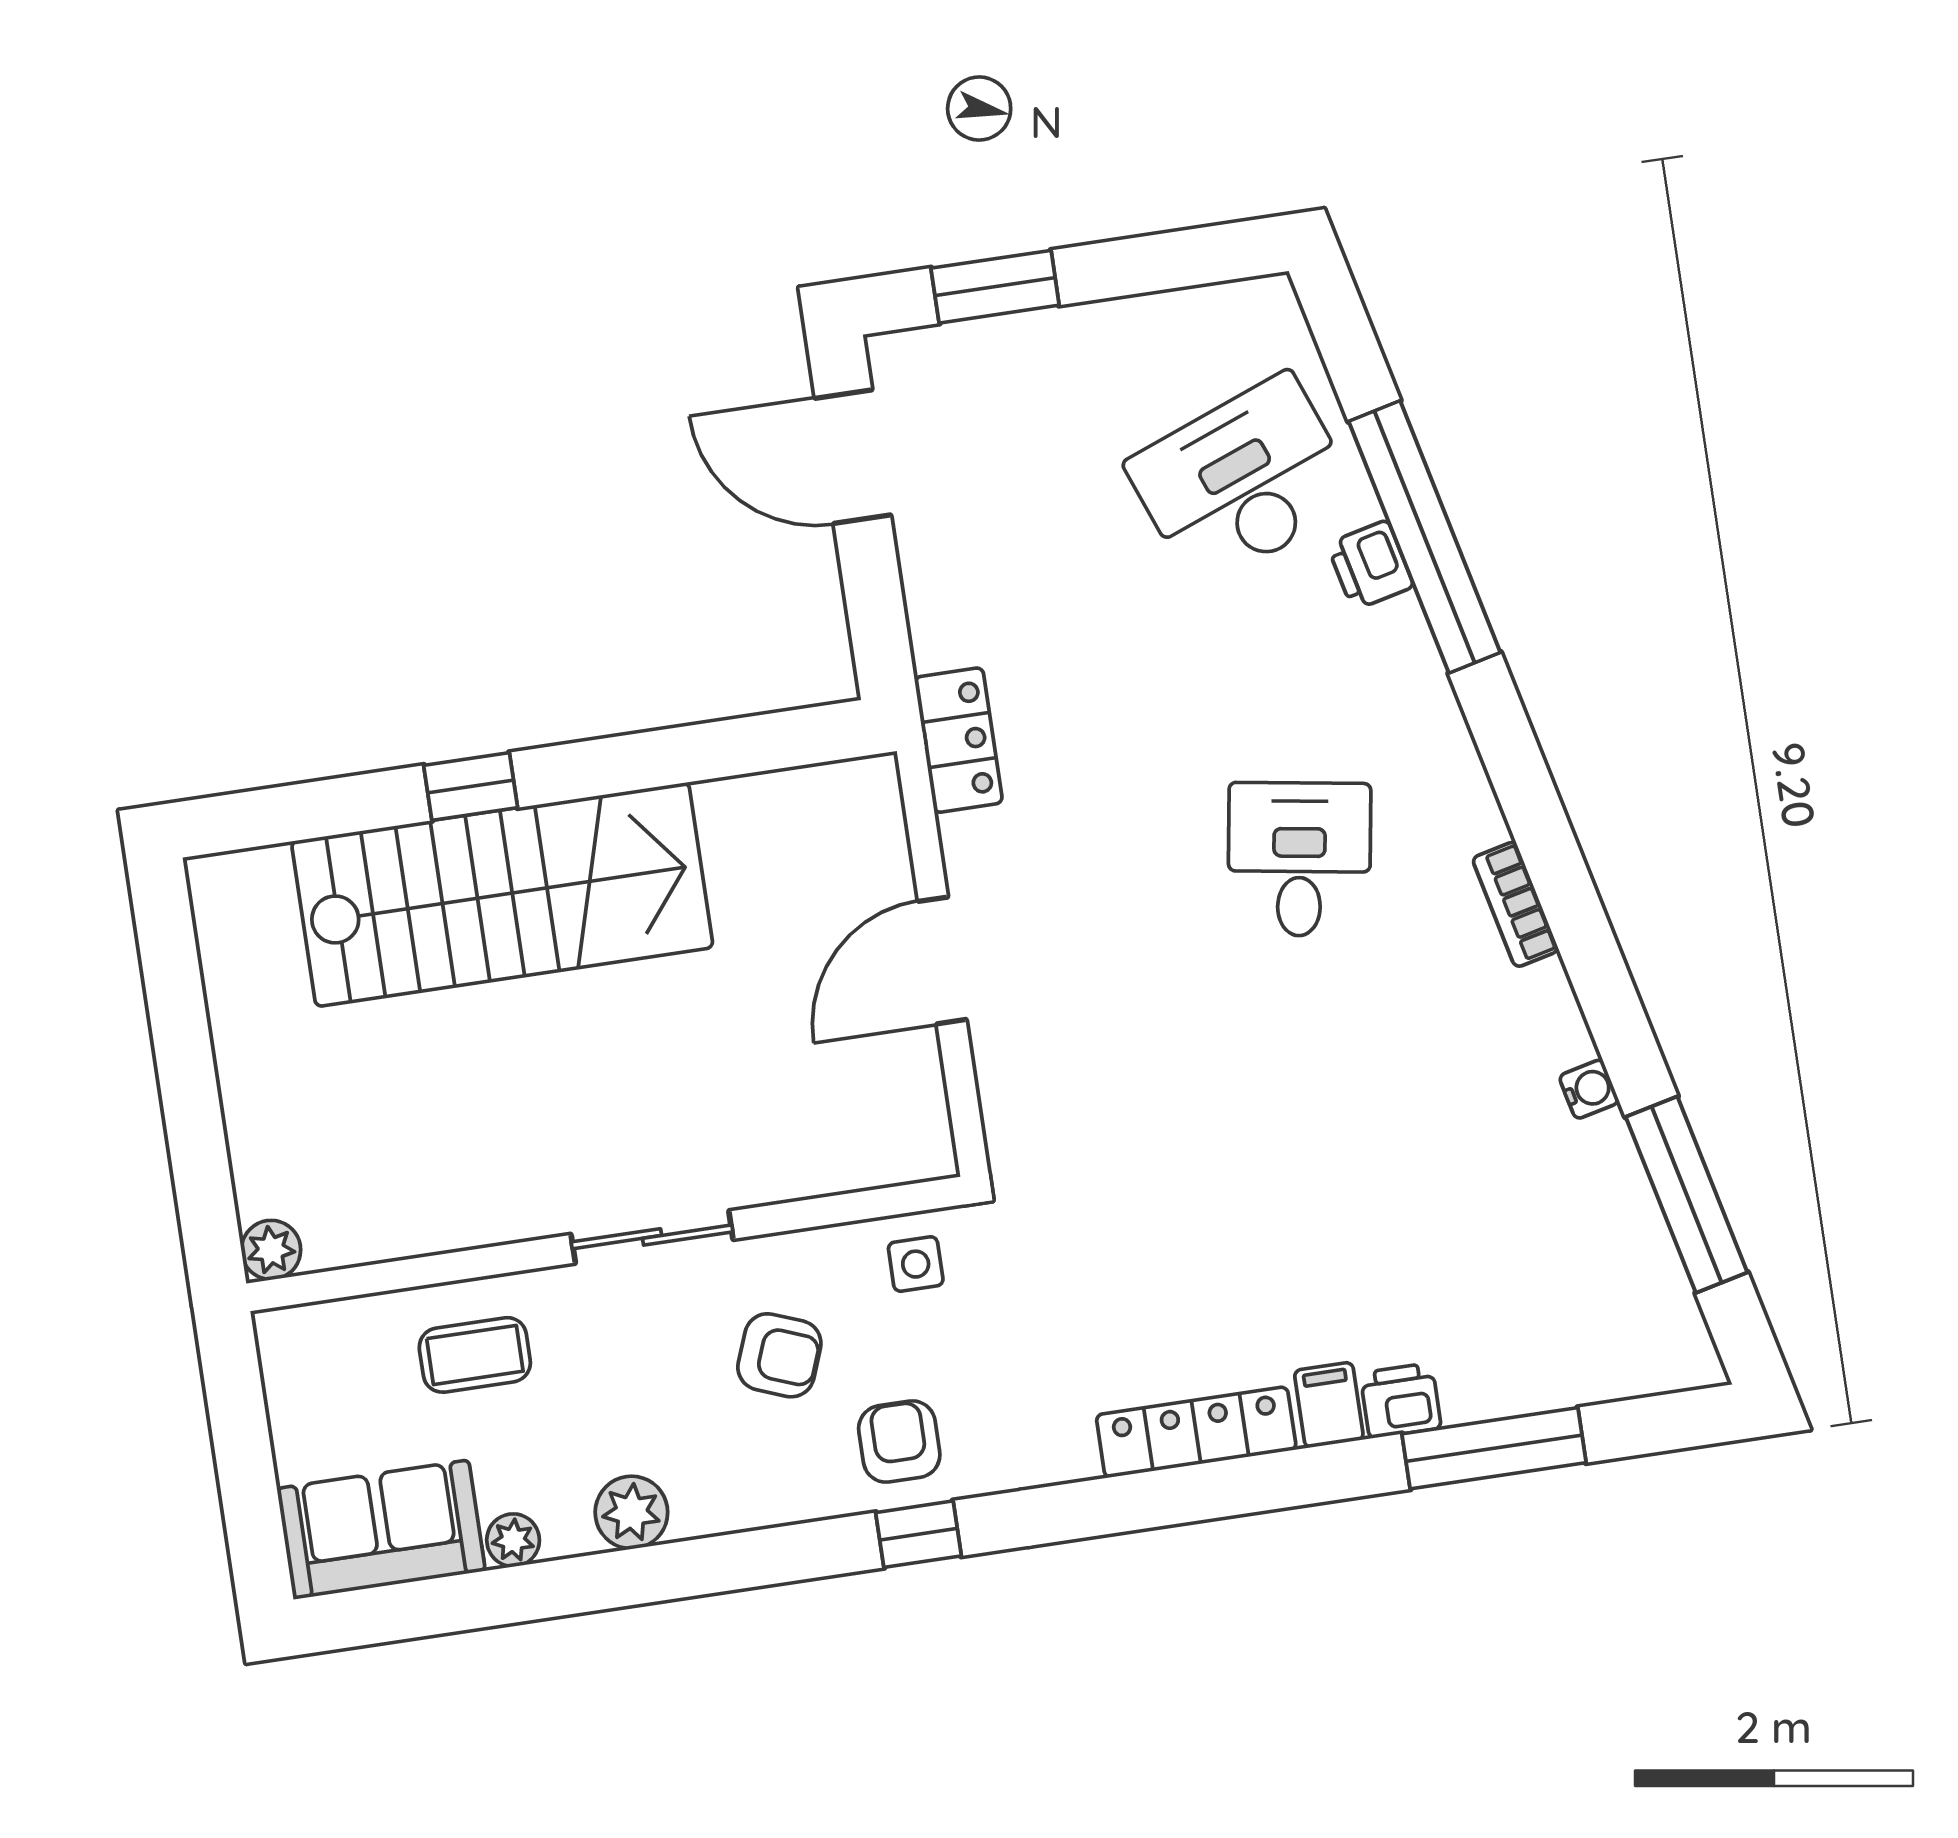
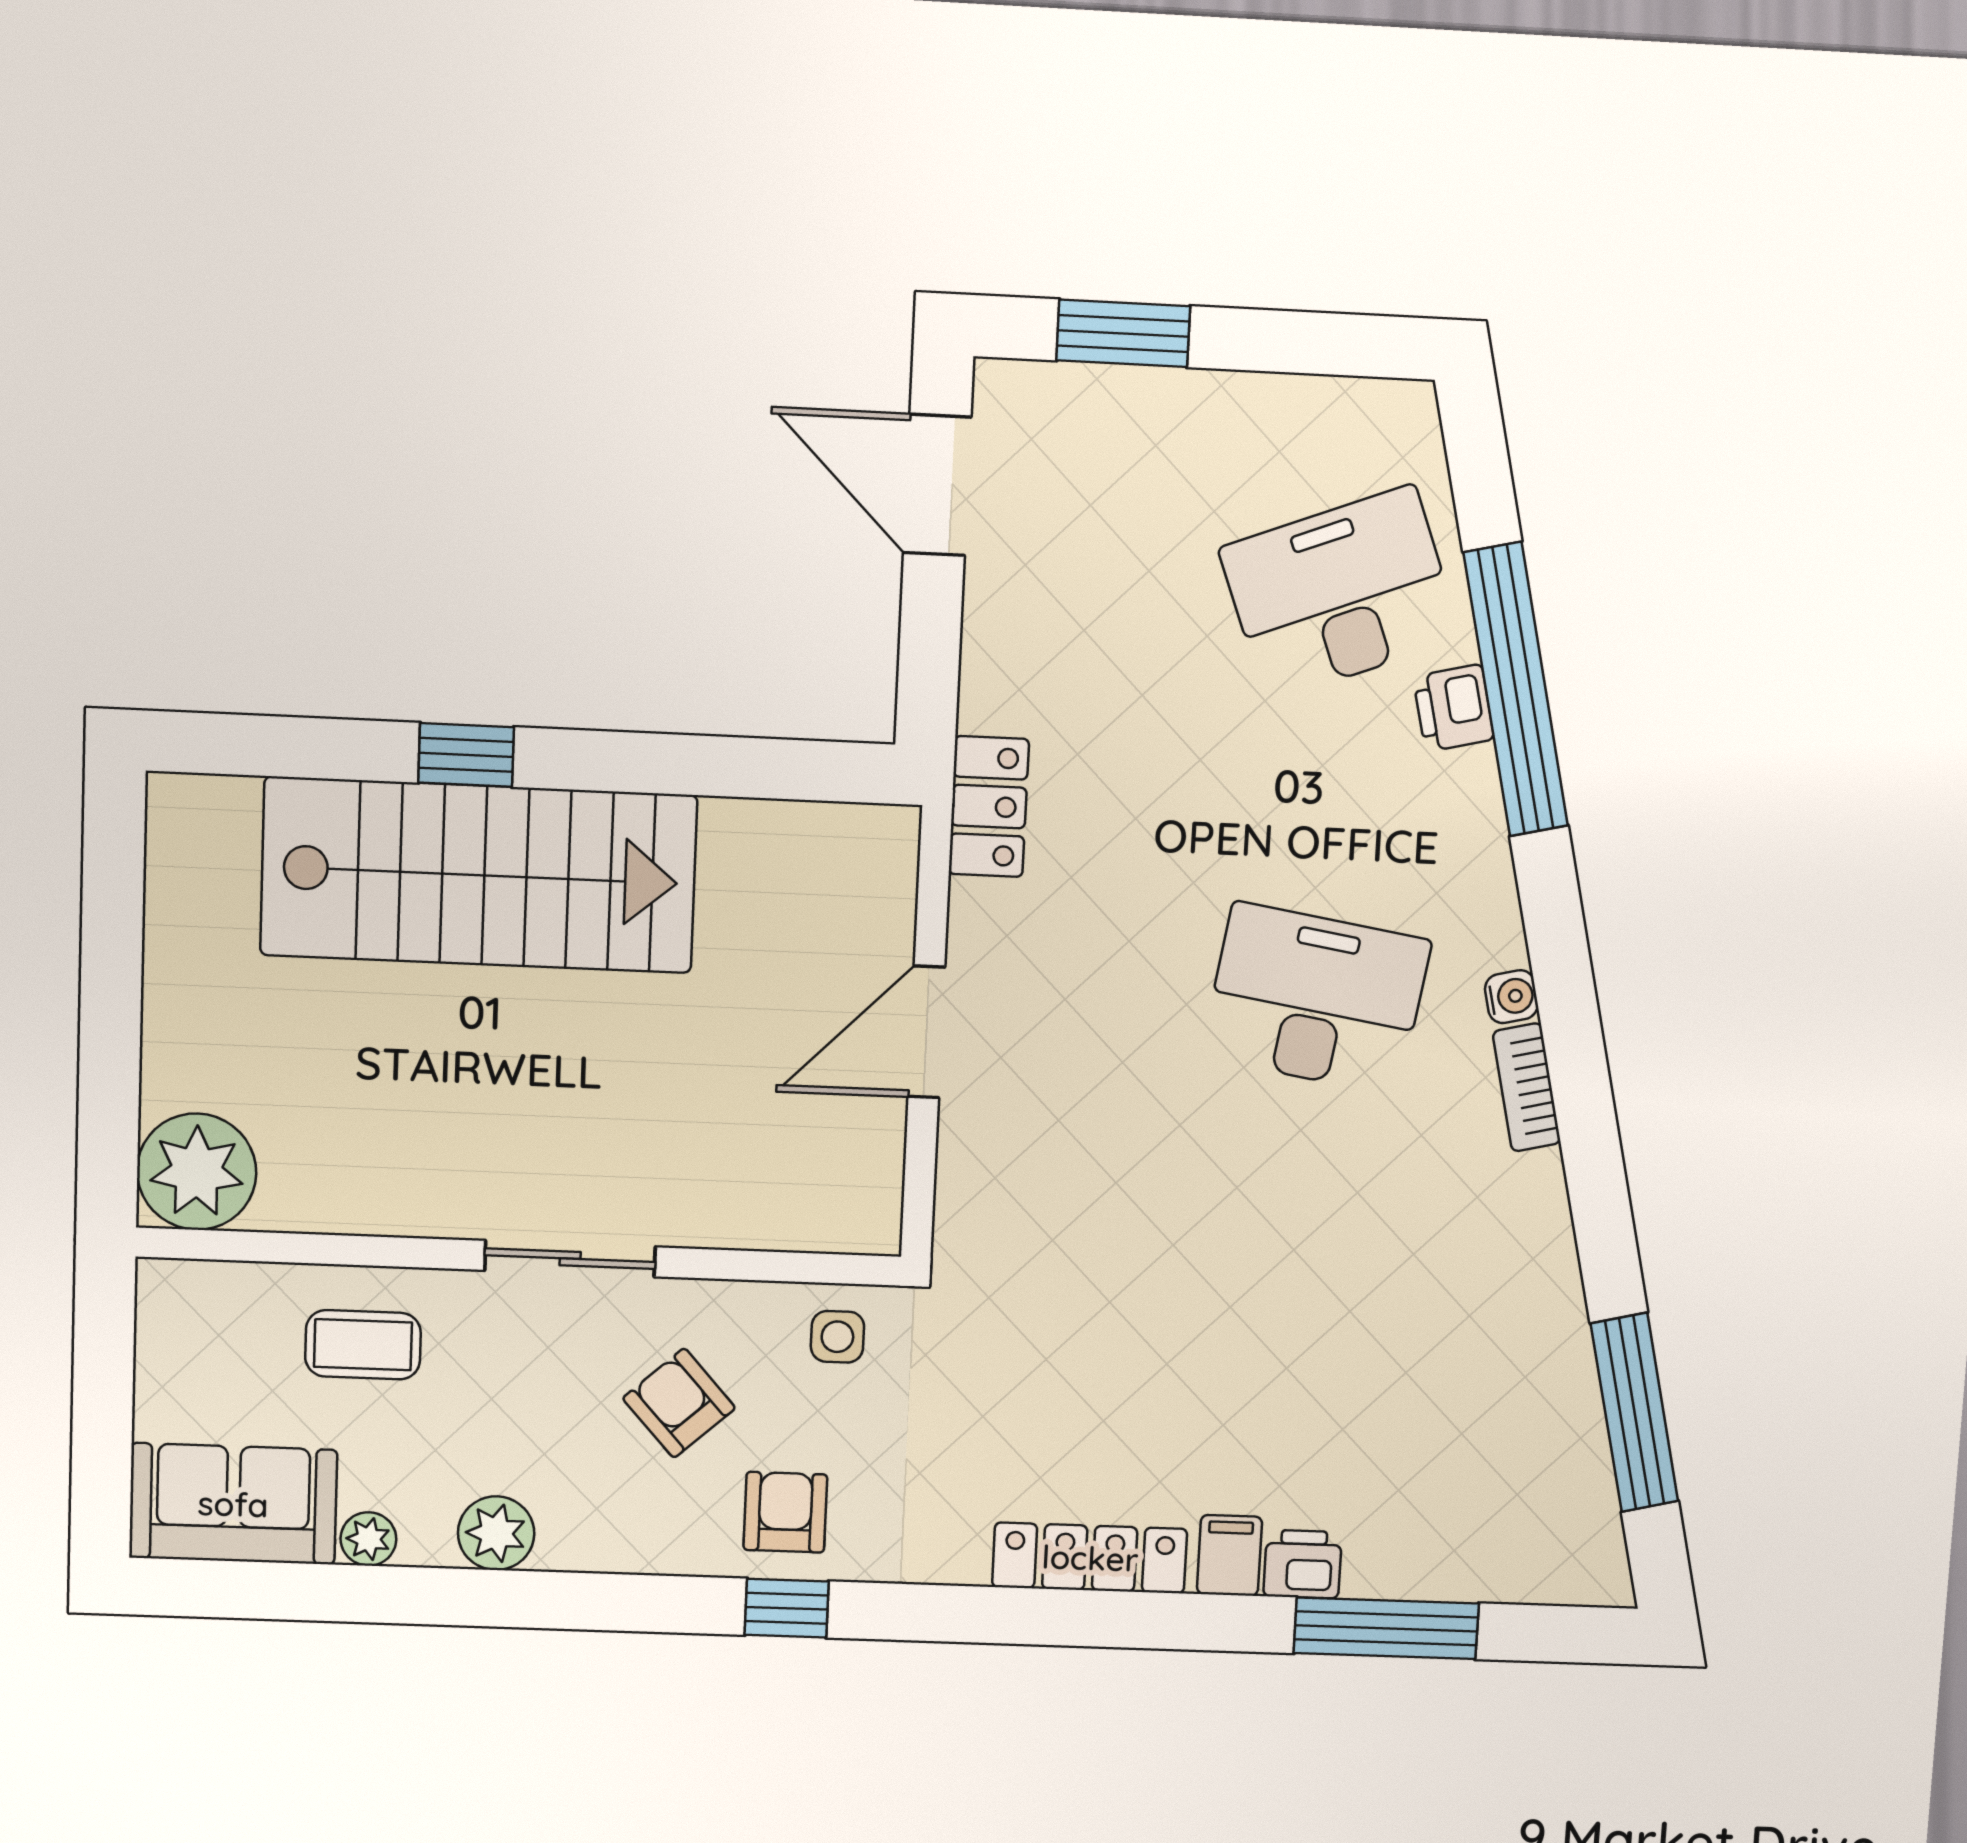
desk: (1299, 859) -> (1316, 999), width x1.37
water cooler: (1589, 1089) -> (1511, 997), moved
plant: (271, 1250) -> (197, 1172), width x1.88, depth x1.88
armchair: (779, 1355) -> (679, 1403), turned -153

